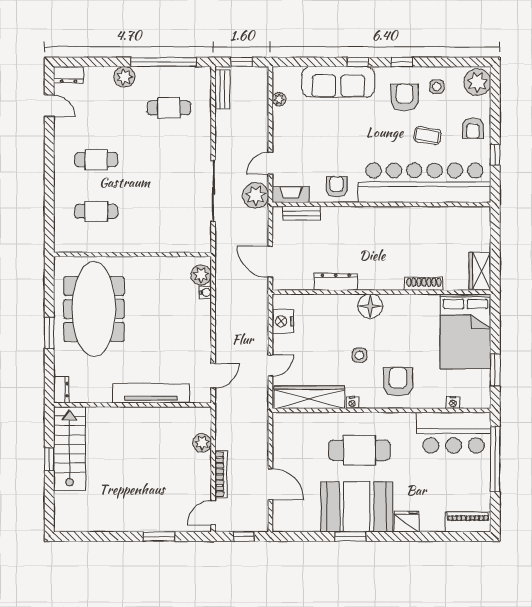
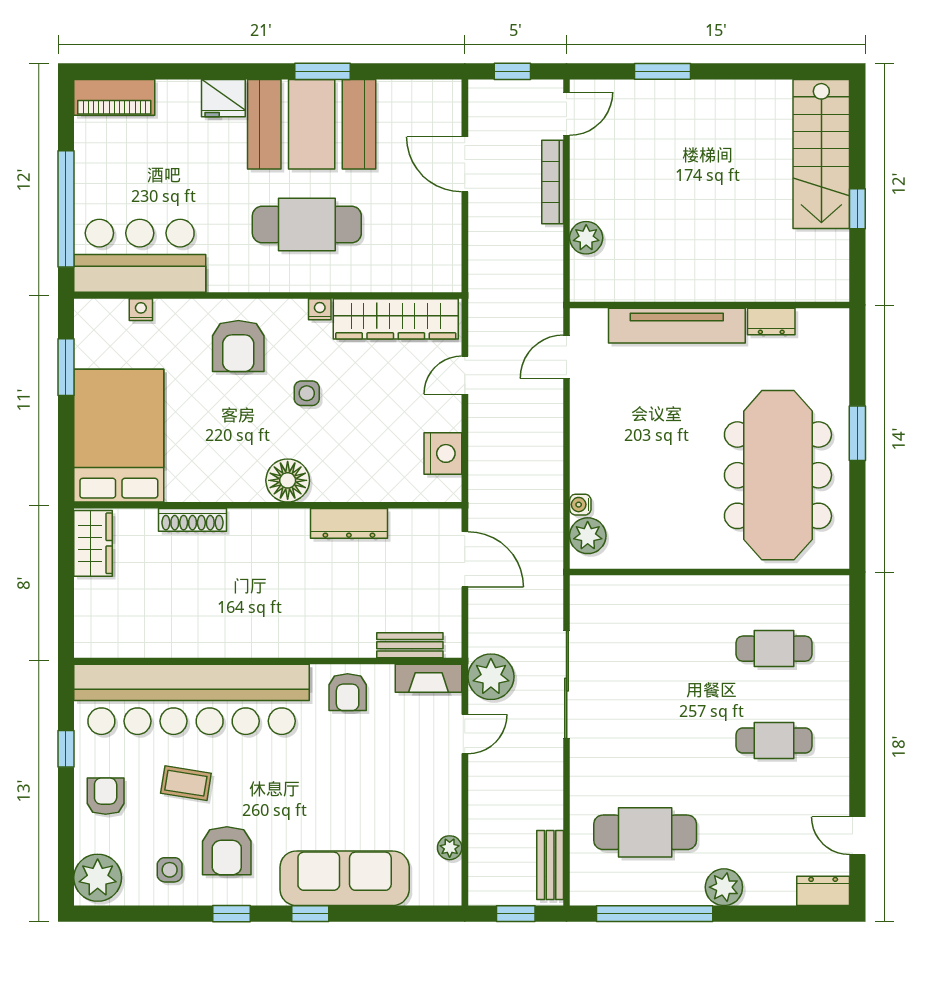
cafe table: (169, 108) -> (645, 832), width x1.37, depth x1.35
dresser: (61, 390) -> (771, 322), moved, turned -90
stairs: (70, 449) -> (821, 154), moved

